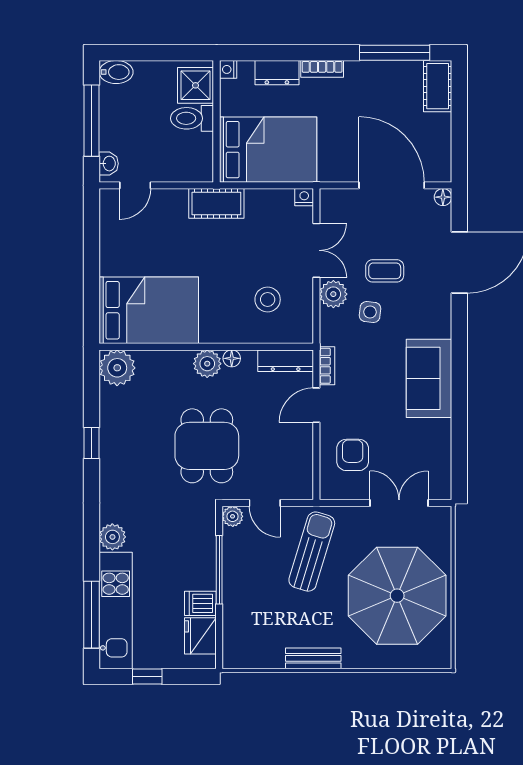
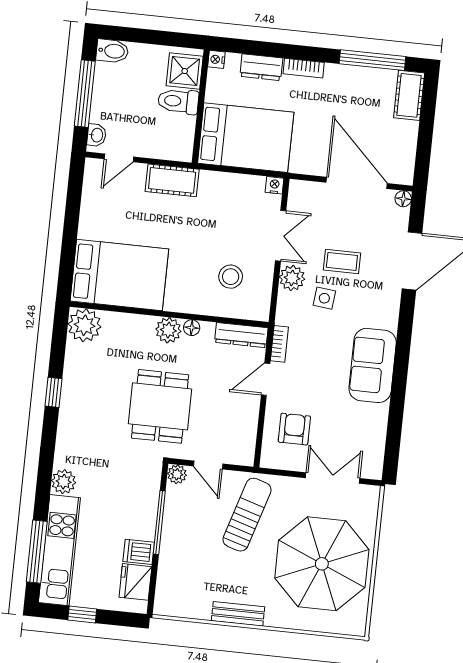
cot: (216, 203) -> (172, 180), moved

